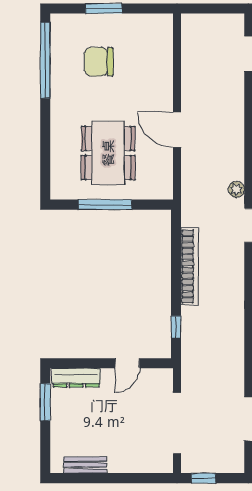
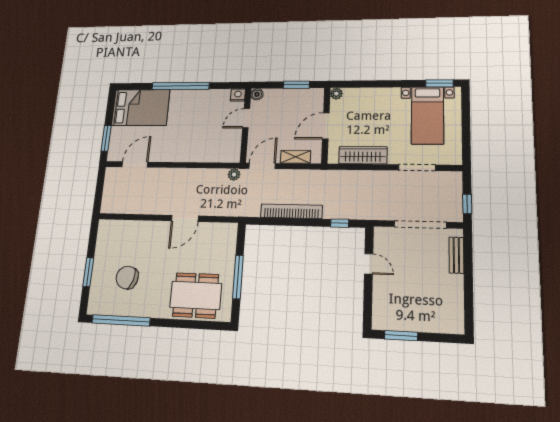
chair: (99, 62) -> (127, 278), turned 106
dining table: (108, 153) -> (196, 295), moved
dresser: (76, 378) -> (380, 307), removed
bench: (85, 465) -> (456, 255), moved

